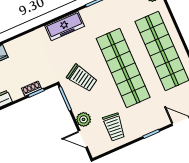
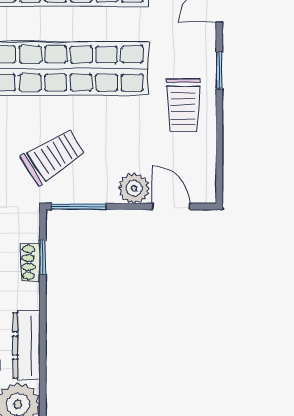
trolley: (114, 127) -> (183, 105), moved, turned 85
door: (83, 139) -> (171, 207), swing flipped

